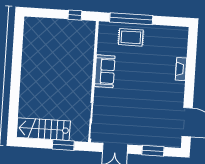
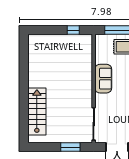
stairs: (43, 129) -> (37, 111), moved, turned 90

